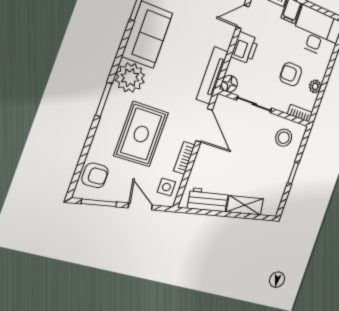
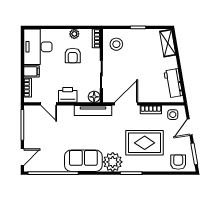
shelving: (245, 205) -> (168, 43), moved

